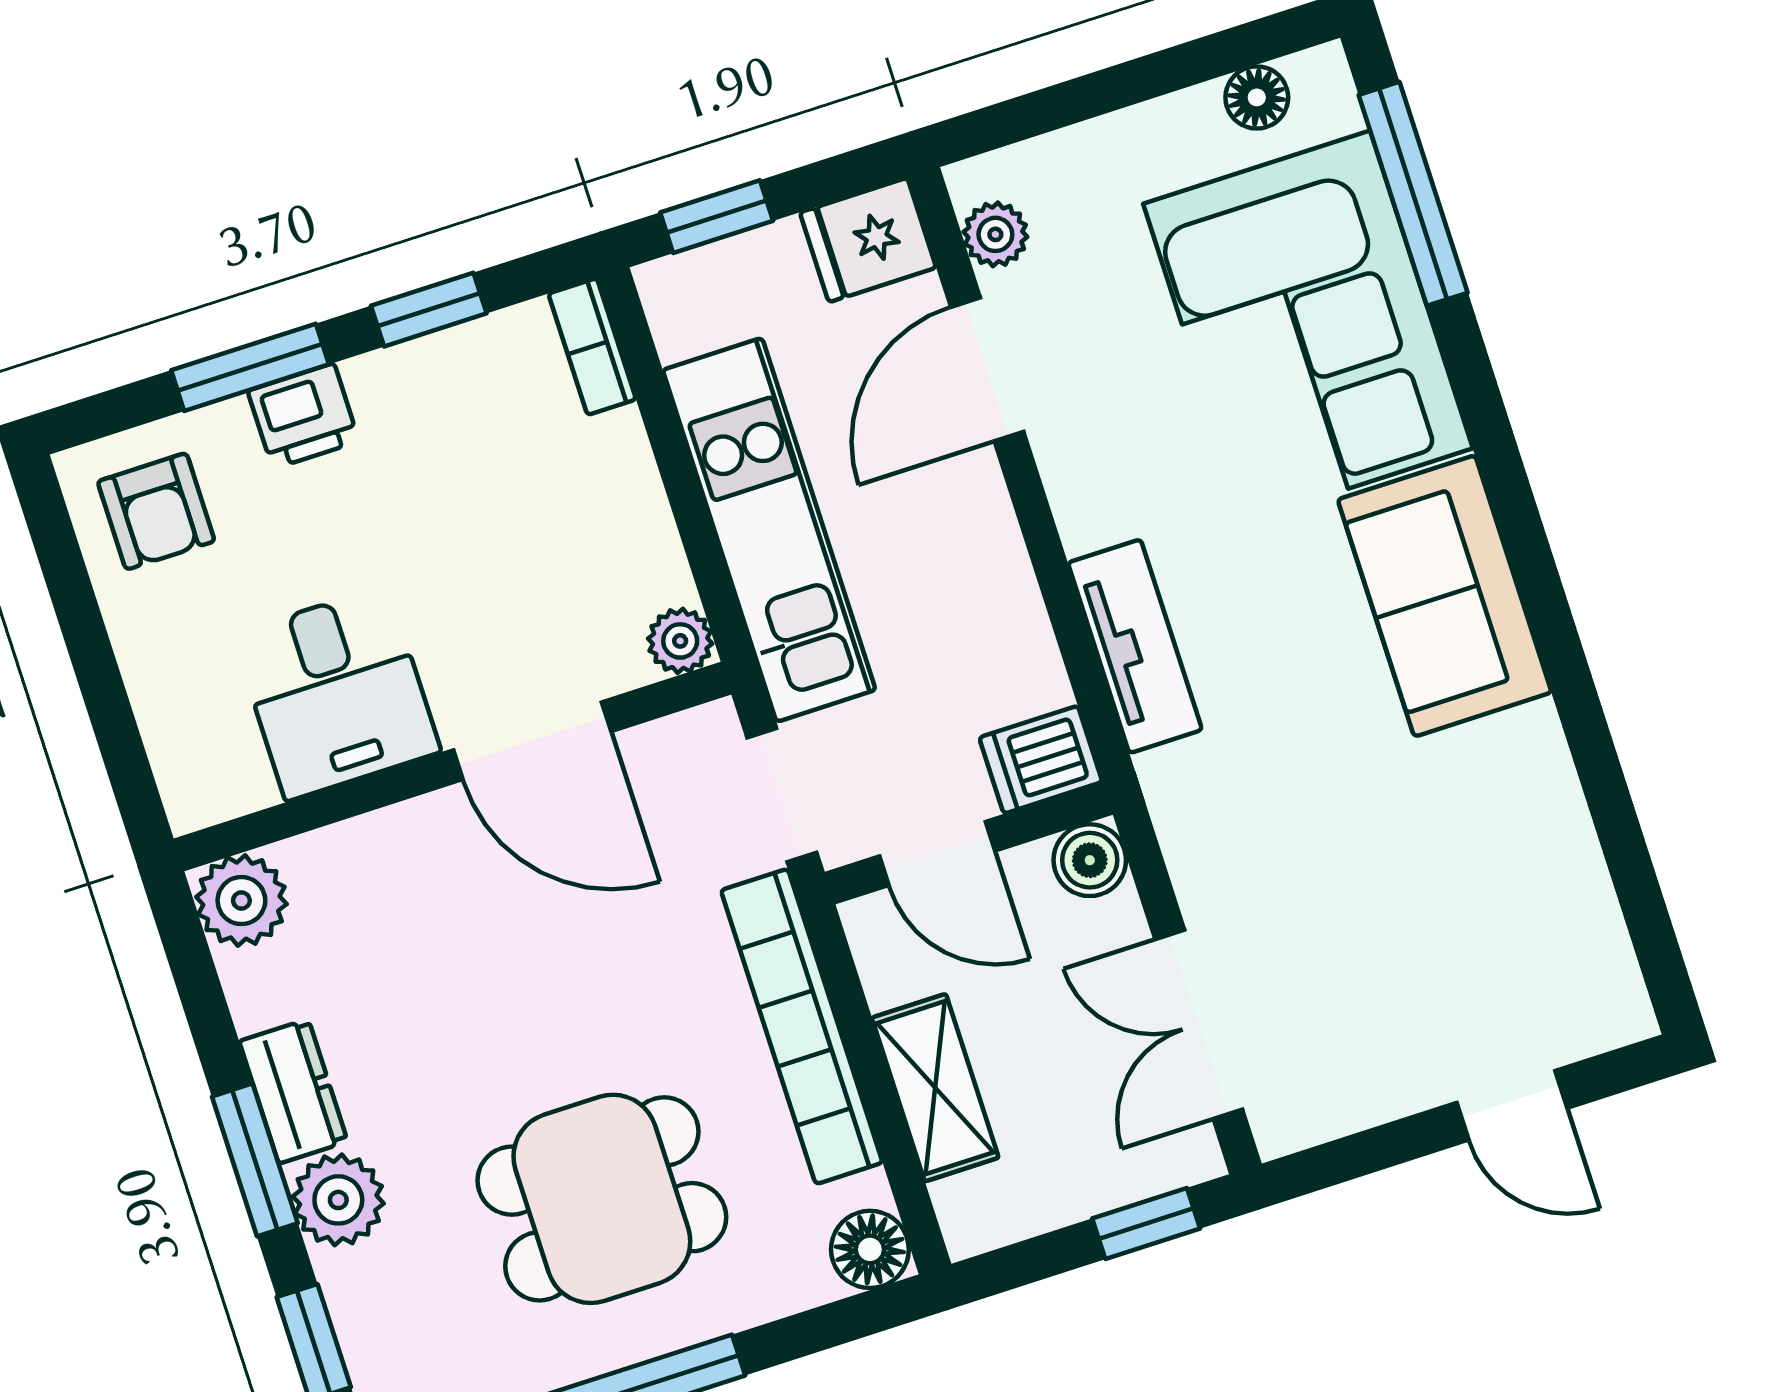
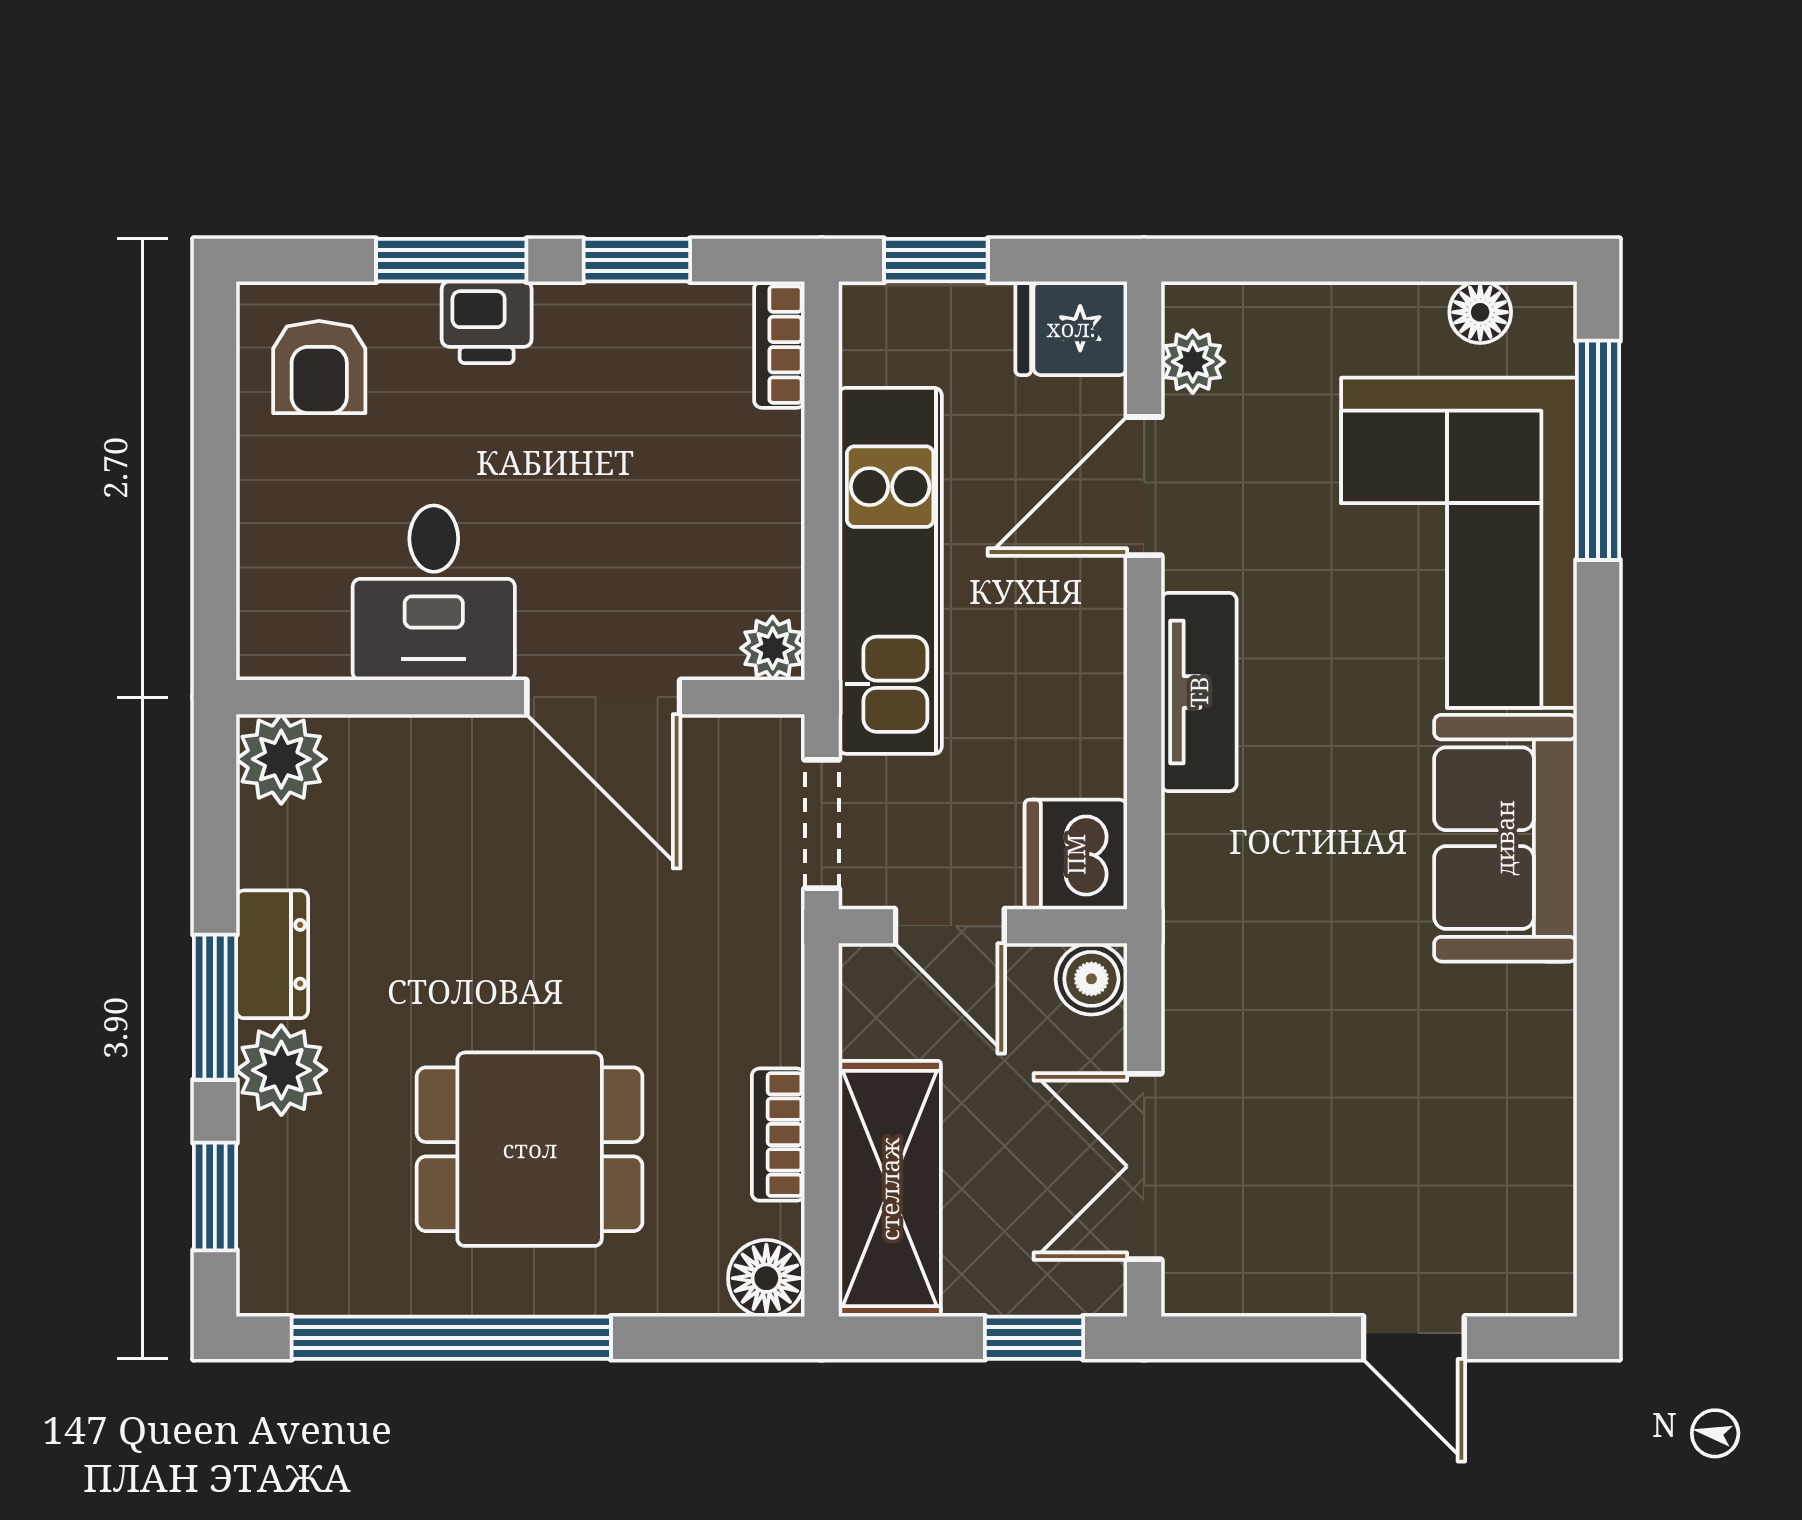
tv unit: (1135, 646) -> (1199, 692), moved
dishwasher: (1041, 760) -> (1076, 854), width x1.38
bookcase: (802, 1026) -> (778, 1135), width x0.43, depth x0.76
shelving: (935, 1088) -> (890, 1189), width x1.50, depth x1.33

